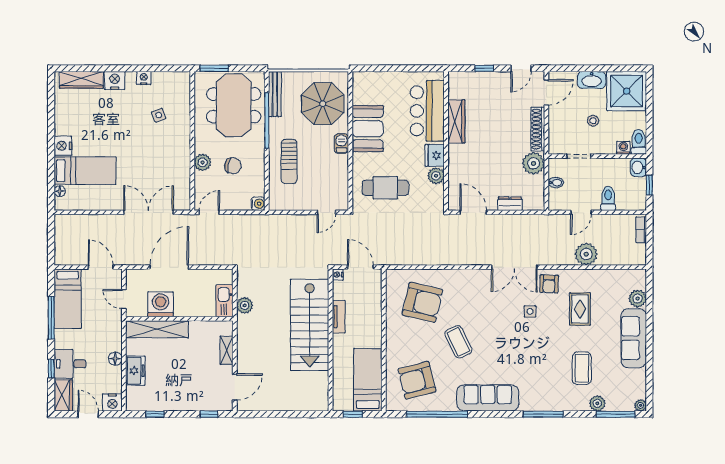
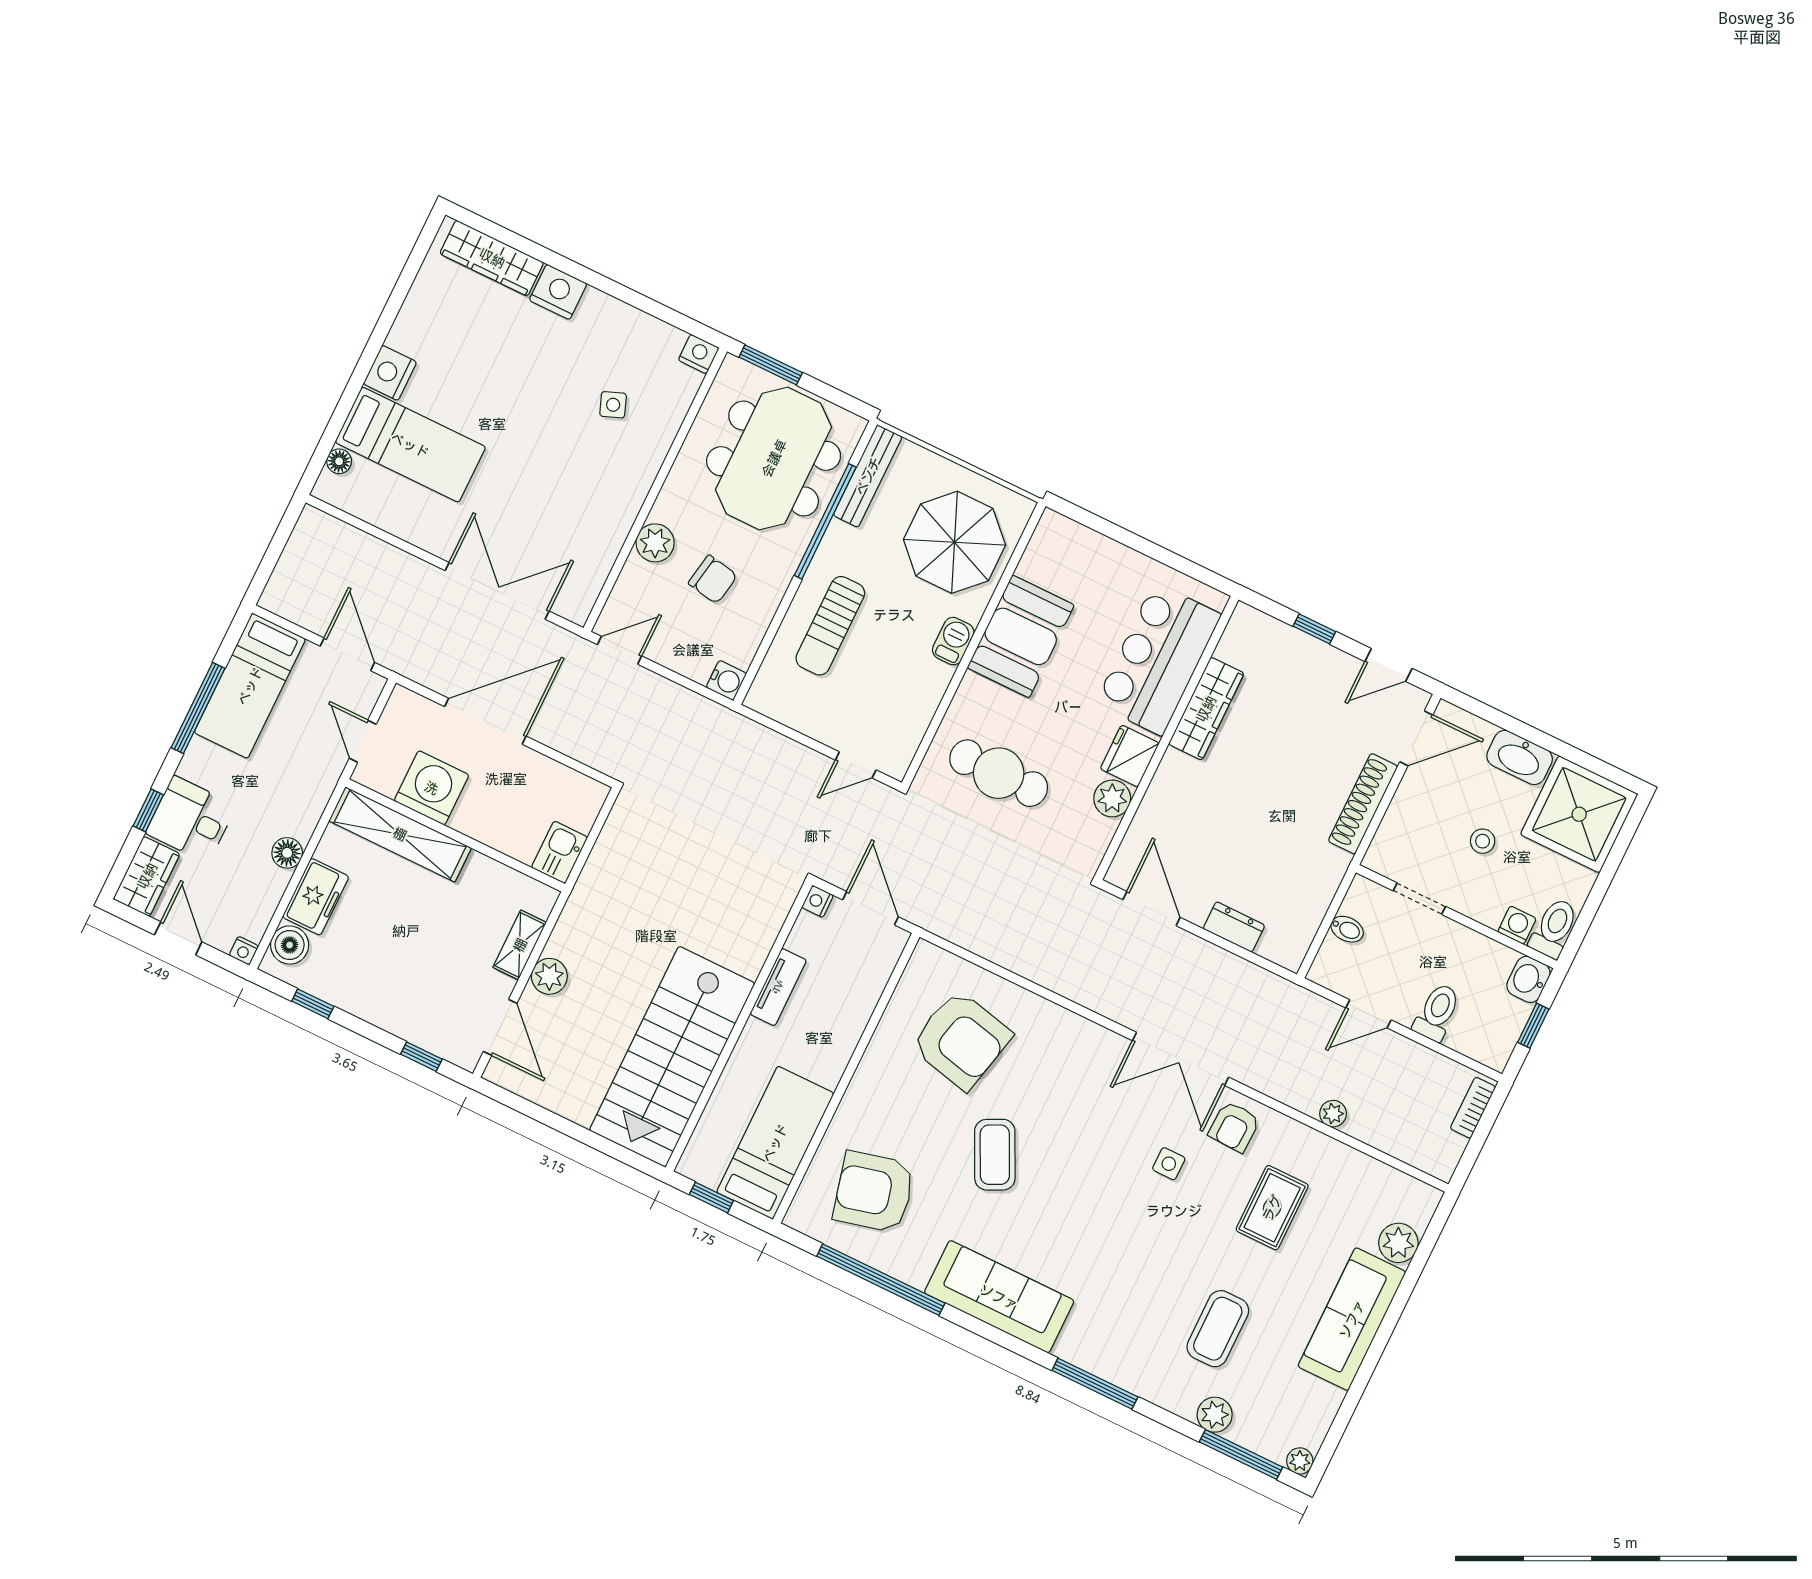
nightstand: (144, 78) -> (699, 354), moved
plant: (533, 163) -> (1321, 869), removed
plant: (586, 254) -> (1333, 1114), width x0.53, depth x0.53
kitchen sink: (225, 301) -> (559, 852), width x0.73
plant: (245, 305) -> (549, 976), moved
stairs: (310, 325) -> (672, 1057), moved
door: (235, 387) -> (500, 1027), hinge flipped
boiler: (134, 395) -> (290, 945), added
nightstand: (112, 402) -> (244, 951), width x0.53, depth x0.56

